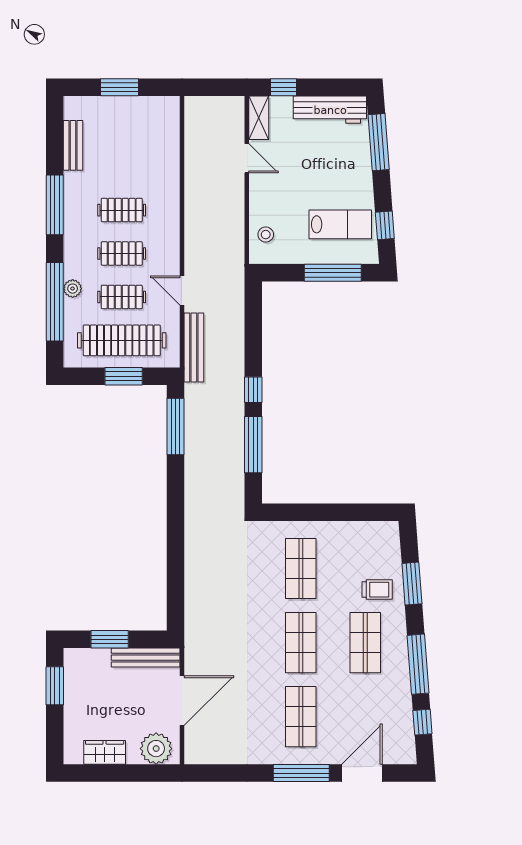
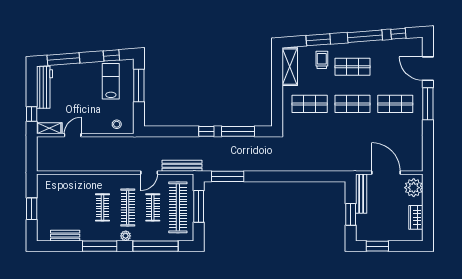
clothes rail: (122, 254) -> (128, 207), width x1.36
plant: (73, 289) -> (126, 236), moved
window: (124, 376) -> (199, 206), width x1.44
shelving: (365, 534) -> (290, 67), added

